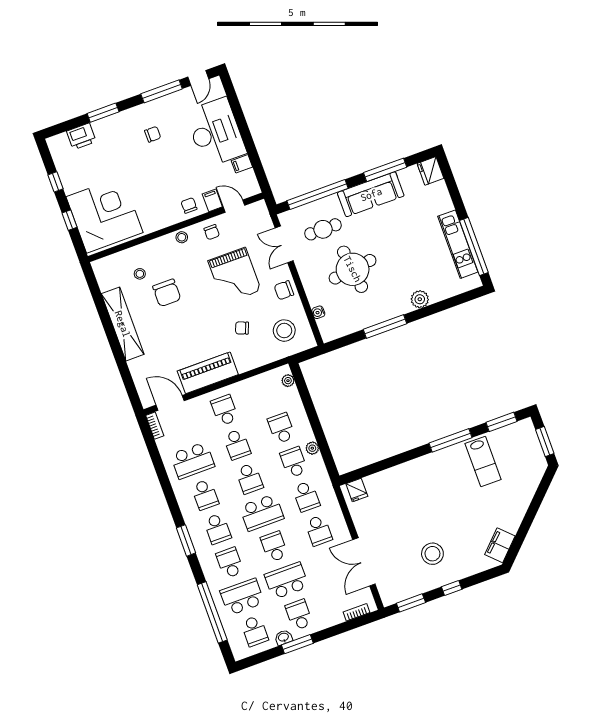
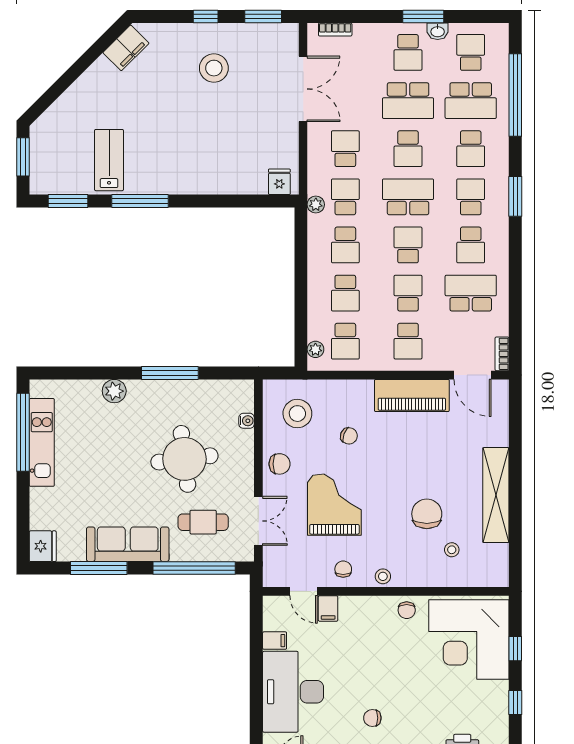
chair: (189, 205) -> (407, 610), moved
school desk: (269, 394) -> (345, 341), added
plant: (312, 448) -> (316, 205), moved
school desk: (205, 495) -> (471, 245), turned 180

